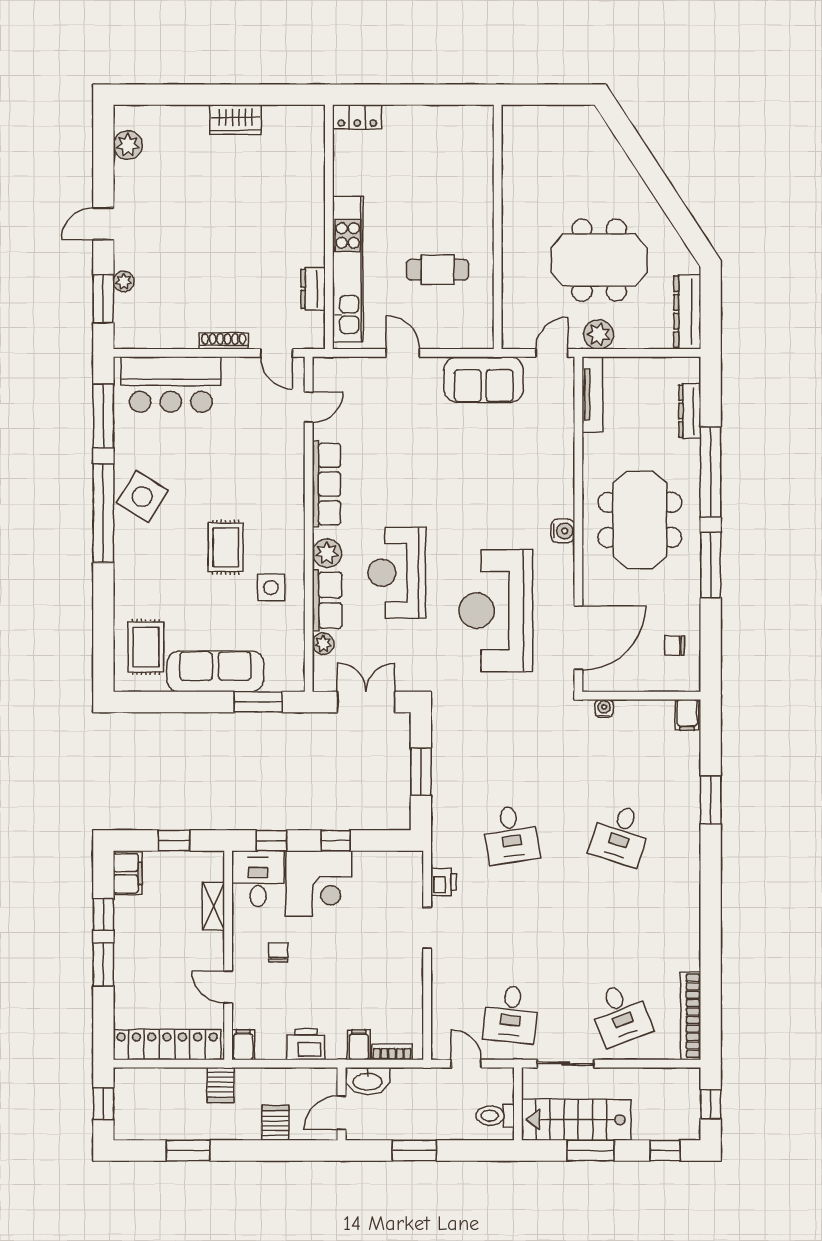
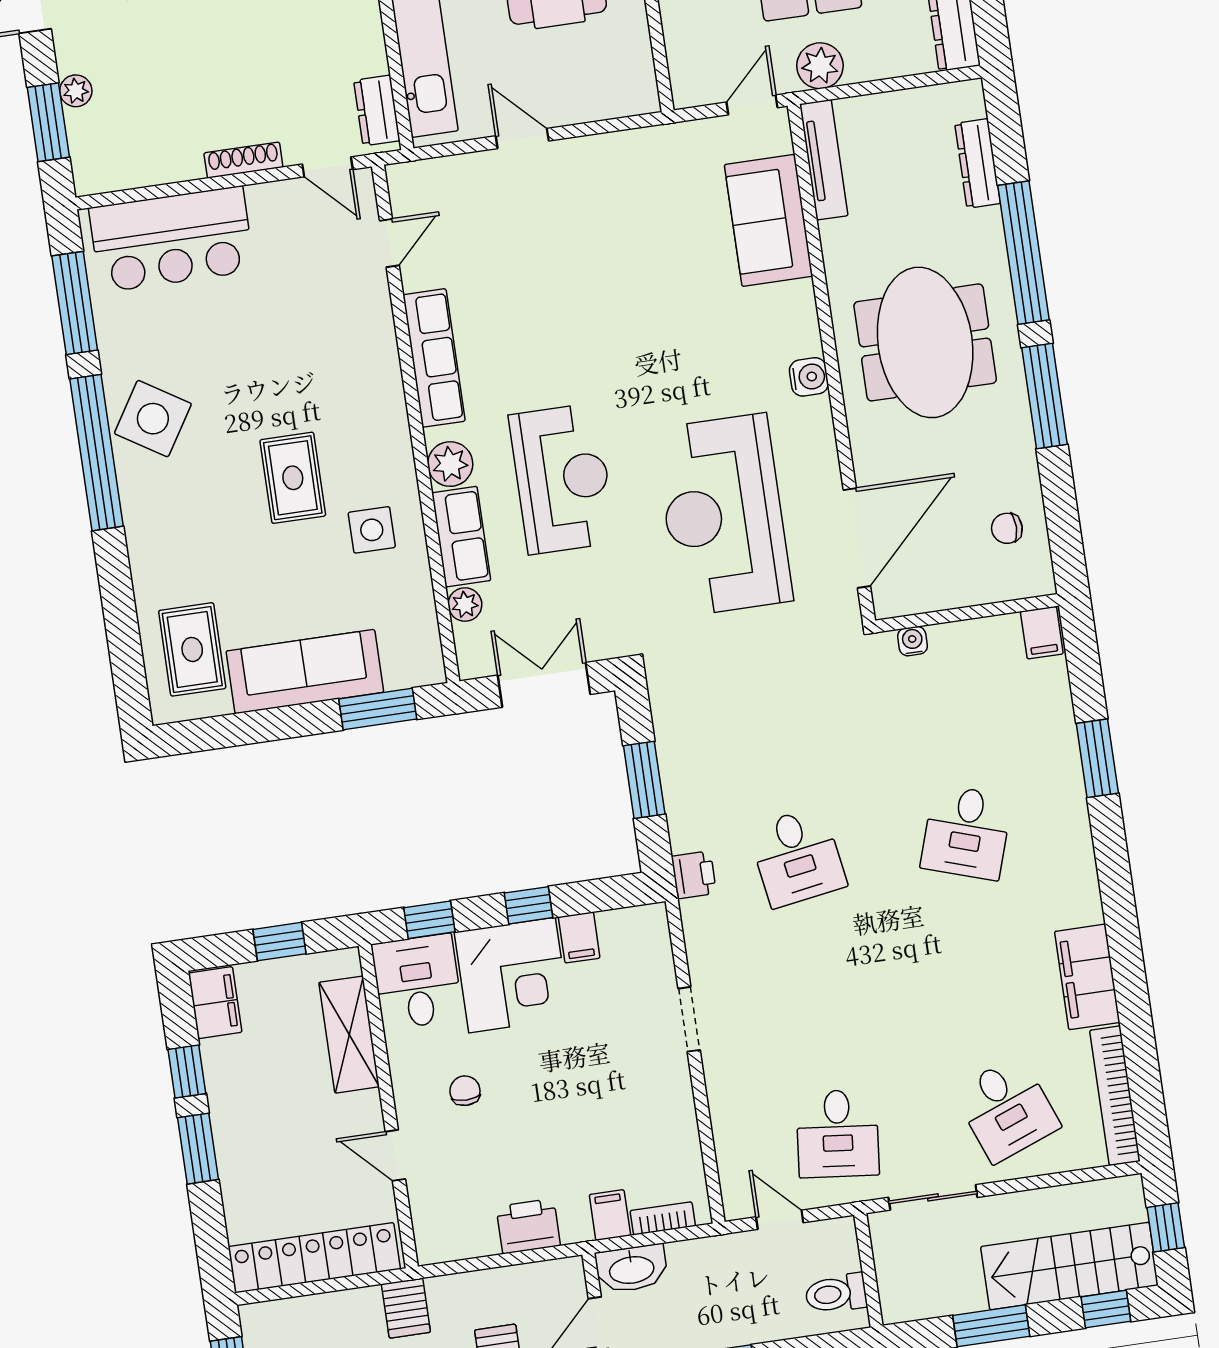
dresser: (313, 289) -> (377, 110), moved
sofa: (484, 380) -> (769, 220), moved, turned 90
reception desk: (397, 573) -> (562, 479), turned 180
printer: (444, 882) -> (694, 875), moved
shelving: (213, 906) -> (349, 1035), width x1.50, depth x1.33
filing cabinet: (684, 938) -> (1087, 977), added
filing cabinet: (243, 1045) -> (579, 937), moved, turned 180
stairs: (576, 1120) -> (1069, 1266), moved

